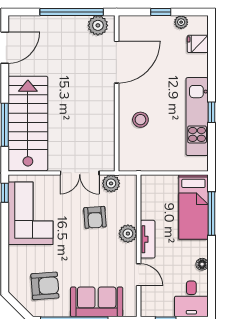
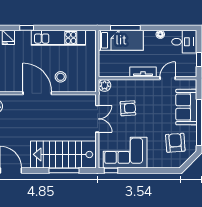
door: (117, 62) -> (37, 93), moved
window: (211, 112) -> (27, 28), moved
plant: (111, 183) -> (105, 85), moved
plant: (128, 234) -> (139, 86), removed

